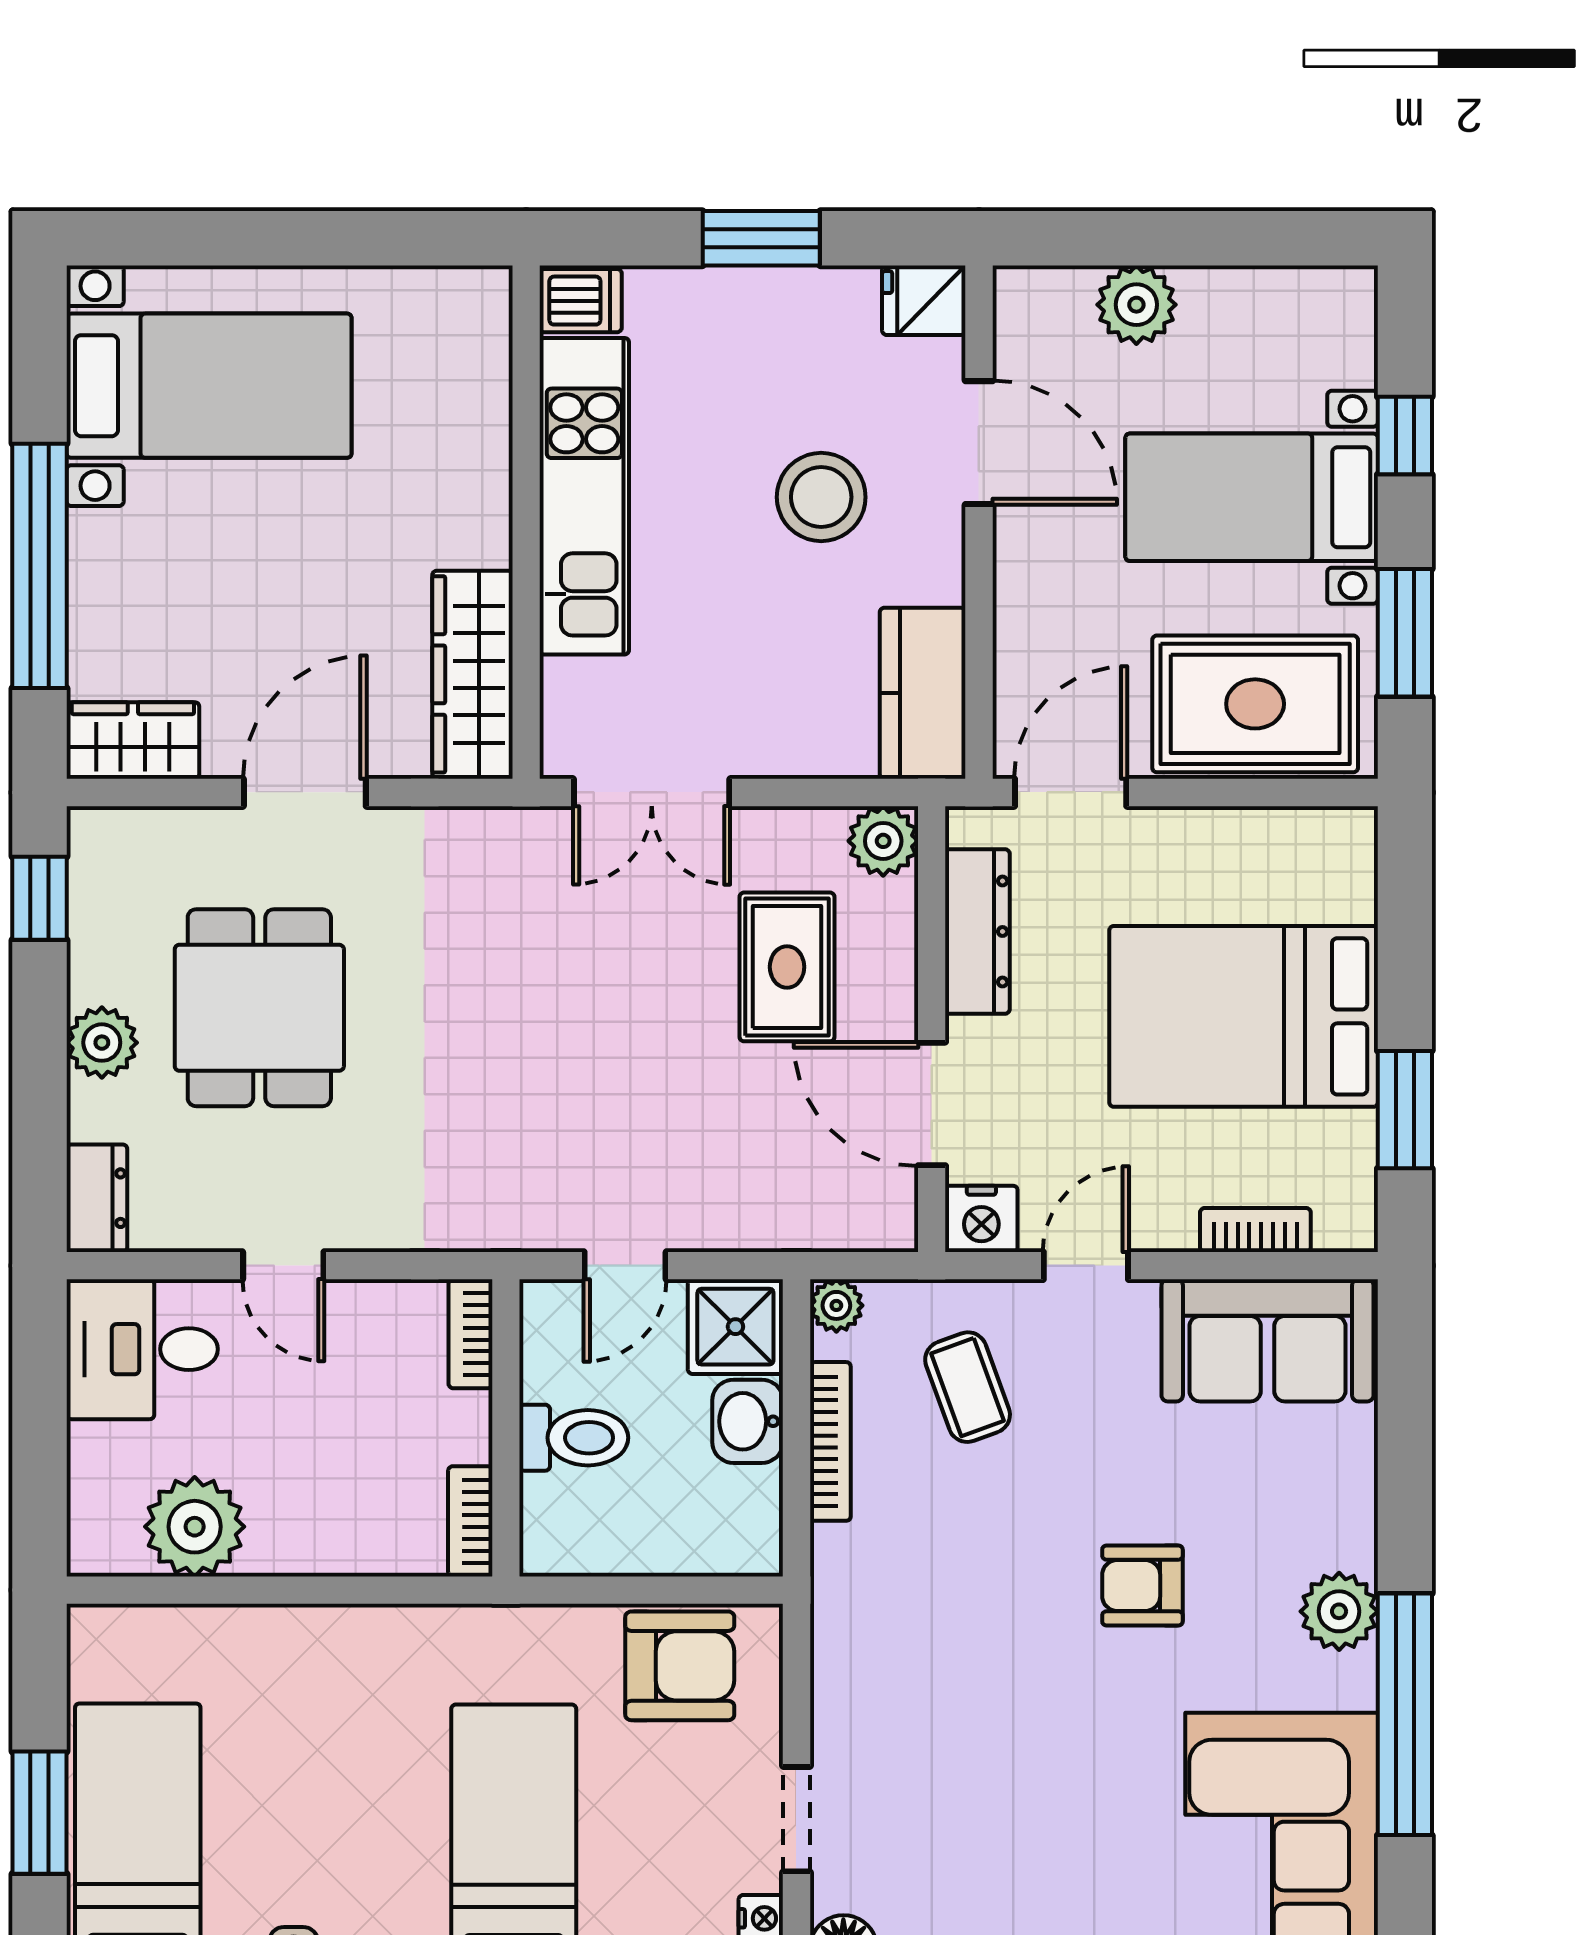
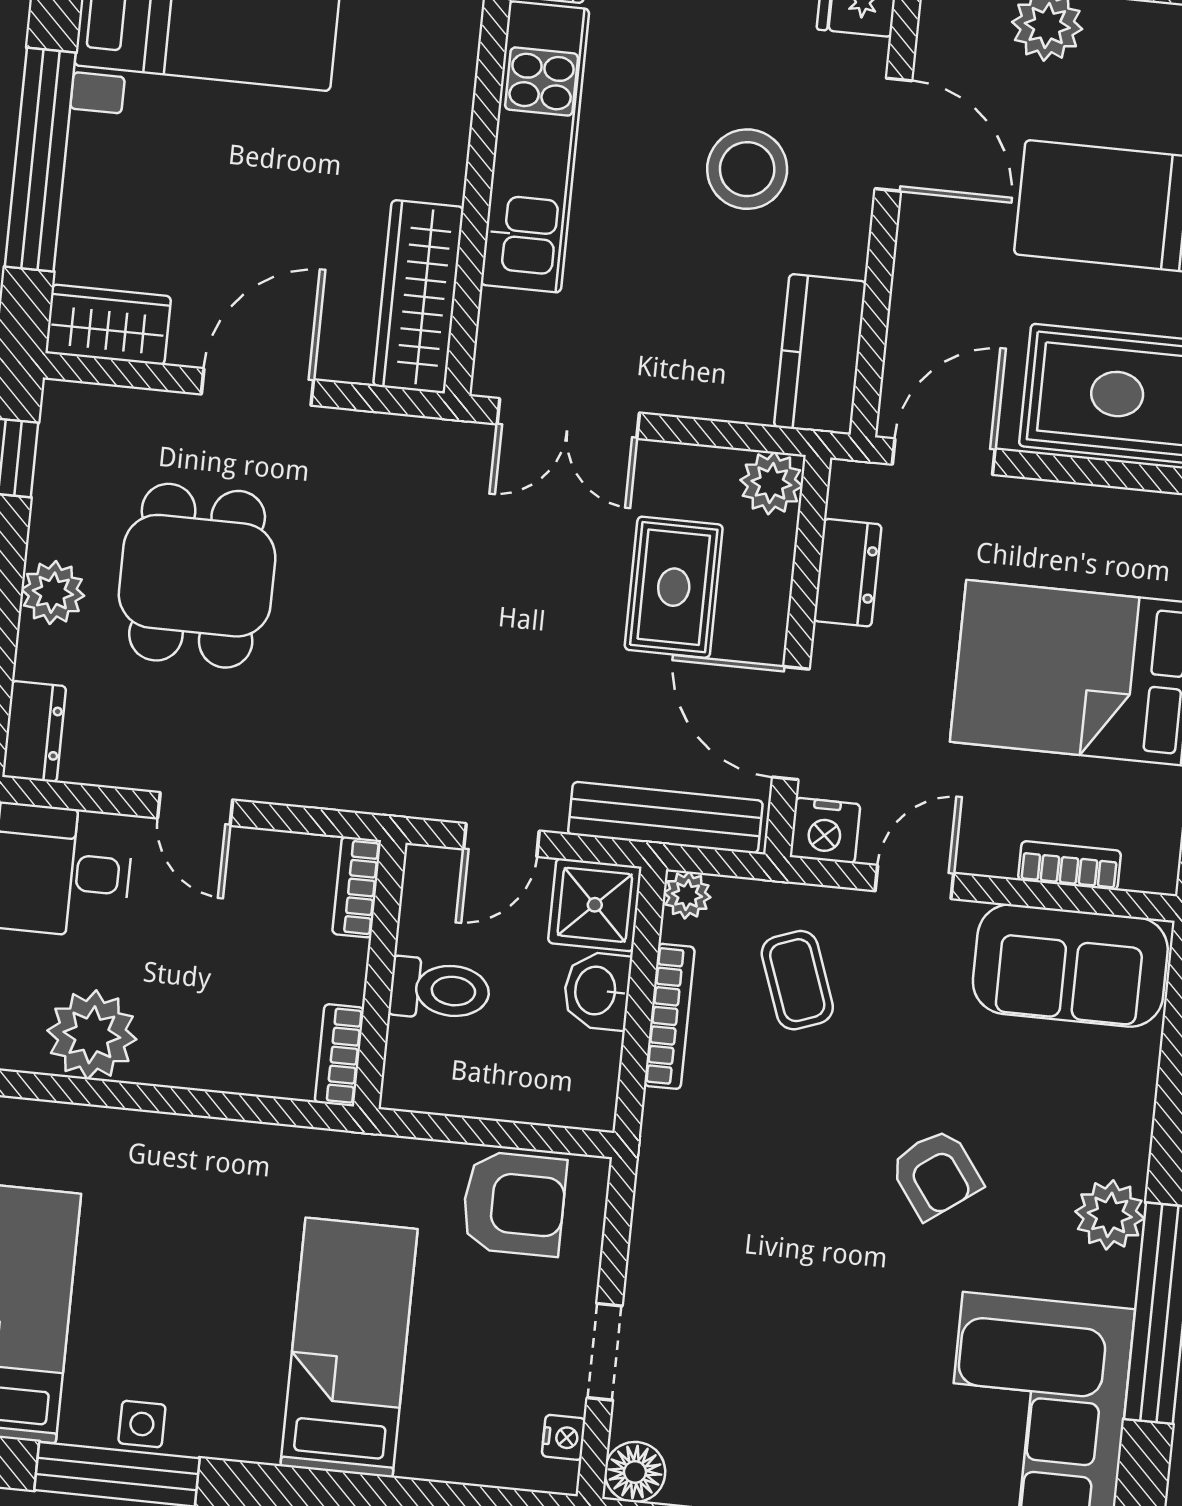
dresser: (977, 931) -> (848, 573), width x0.70
bench: (804, 1222) -> (665, 818), added
armchair: (1142, 1585) -> (936, 1174), turned -126

